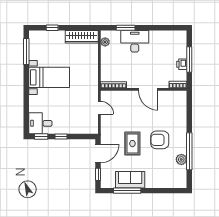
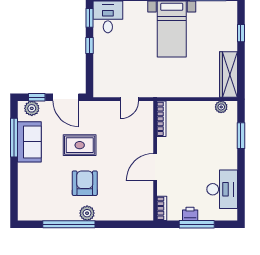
desk: (135, 41) -> (222, 189), moved
plant: (181, 159) -> (87, 213), moved
plant: (106, 178) -> (32, 108), added

